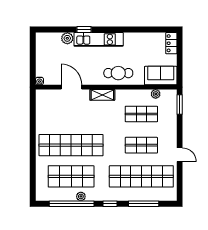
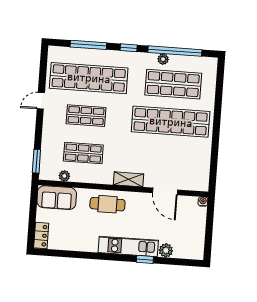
door: (180, 155) -> (41, 101), hinge flipped

